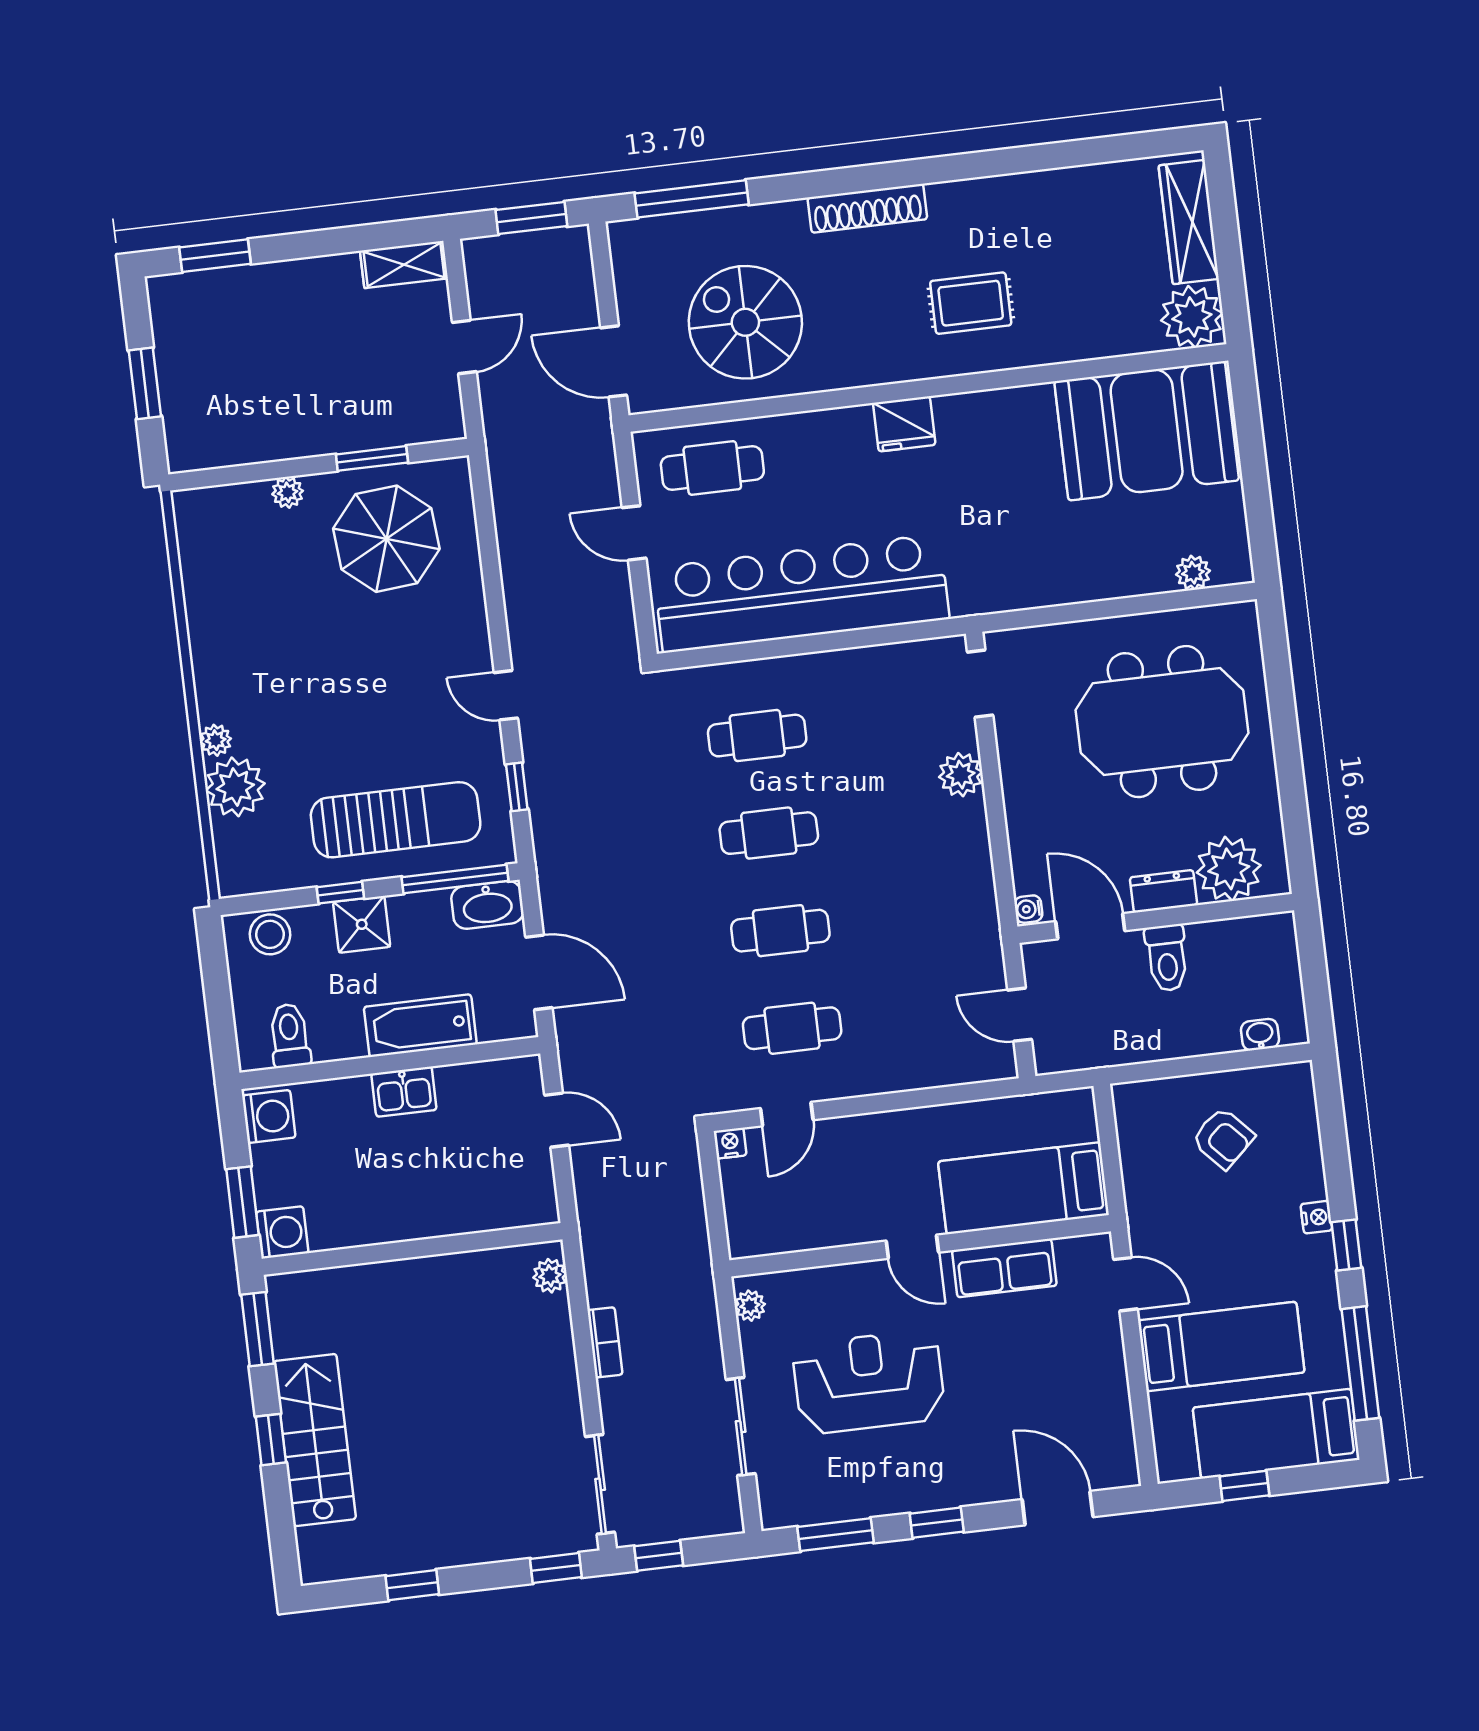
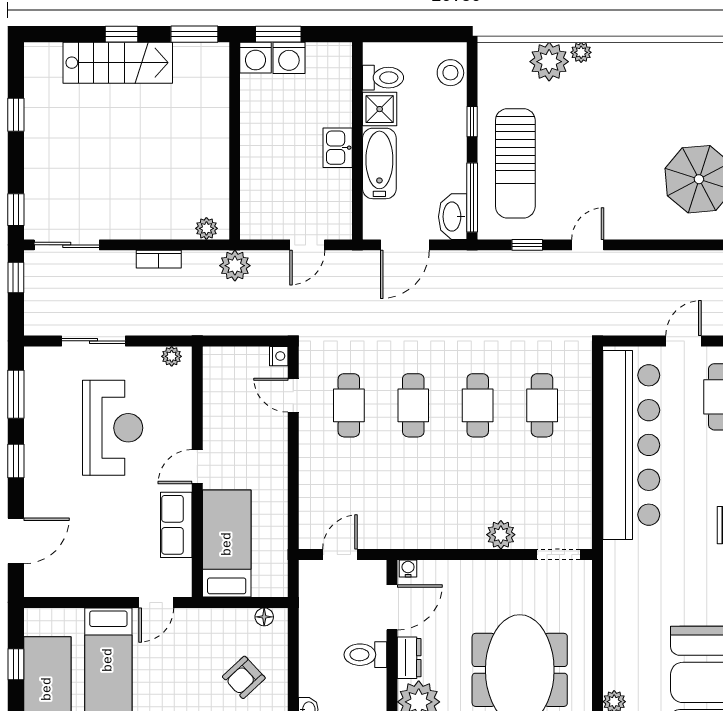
shower: (362, 924) -> (380, 109), moved
washing machine: (269, 1116) -> (289, 58), moved
floor lamp: (1128, 1118) -> (264, 617), added
plant: (601, 1226) -> (235, 266), added

